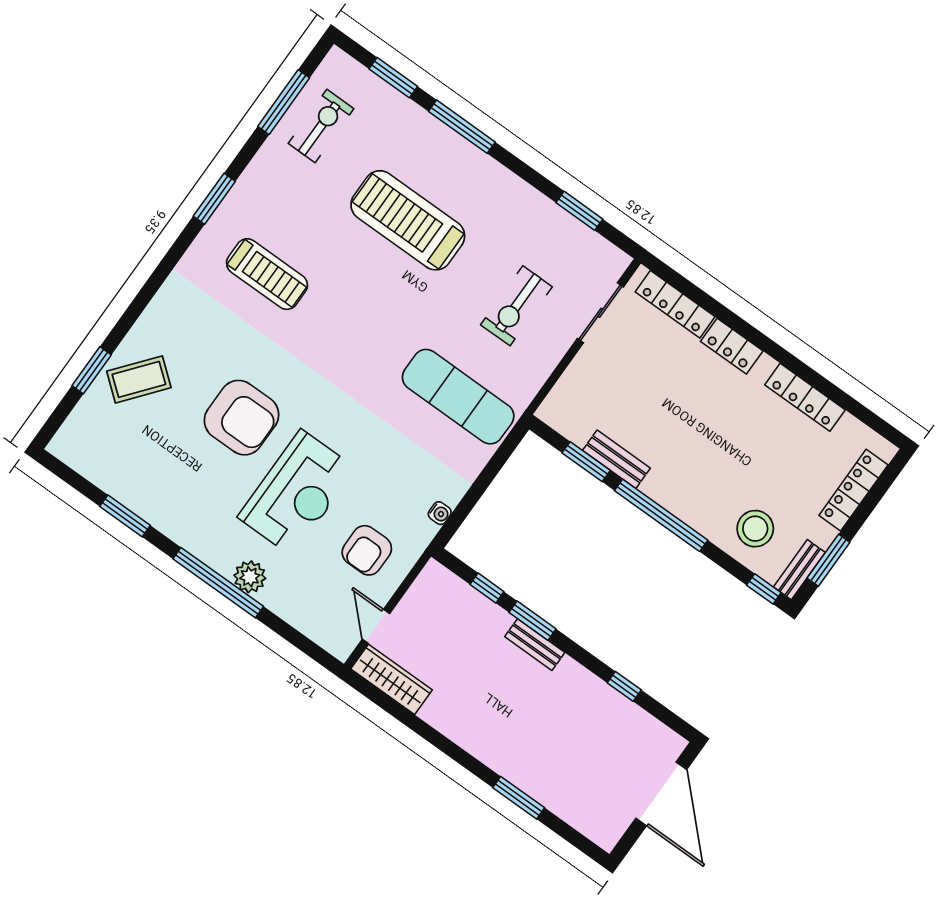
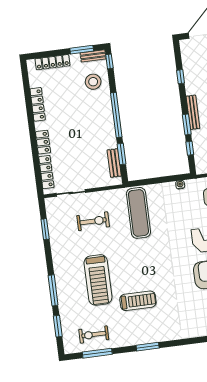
treadmill: (267, 274) -> (138, 301), moved, turned 90
bench: (616, 459) -> (114, 163), moved
bench: (535, 645) -> (193, 112), width x1.36

